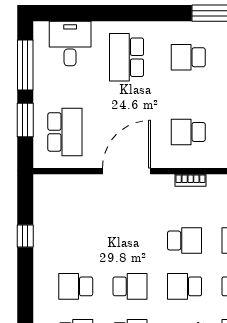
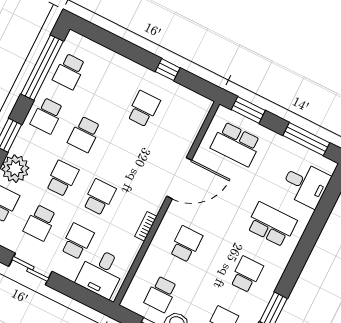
window: (25, 120) -> (248, 110), moved
door: (127, 171) -> (179, 178), hinge flipped
school desk: (185, 241) -> (99, 197), turned 180
school desk: (76, 286) -> (144, 109), moved

